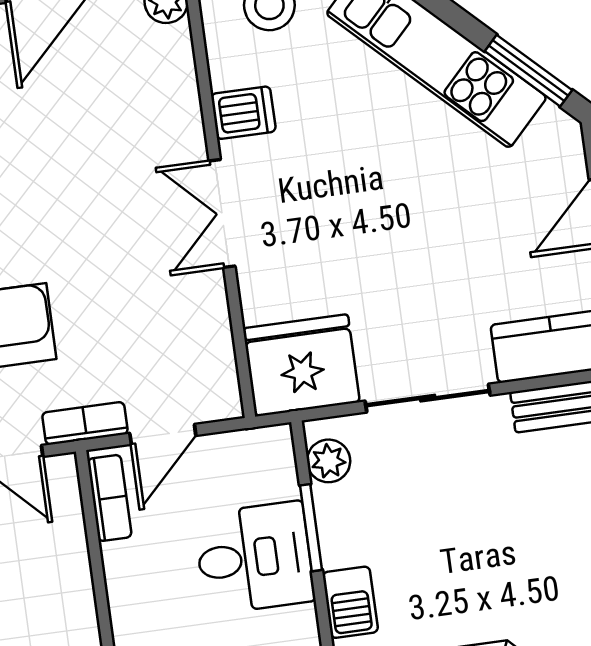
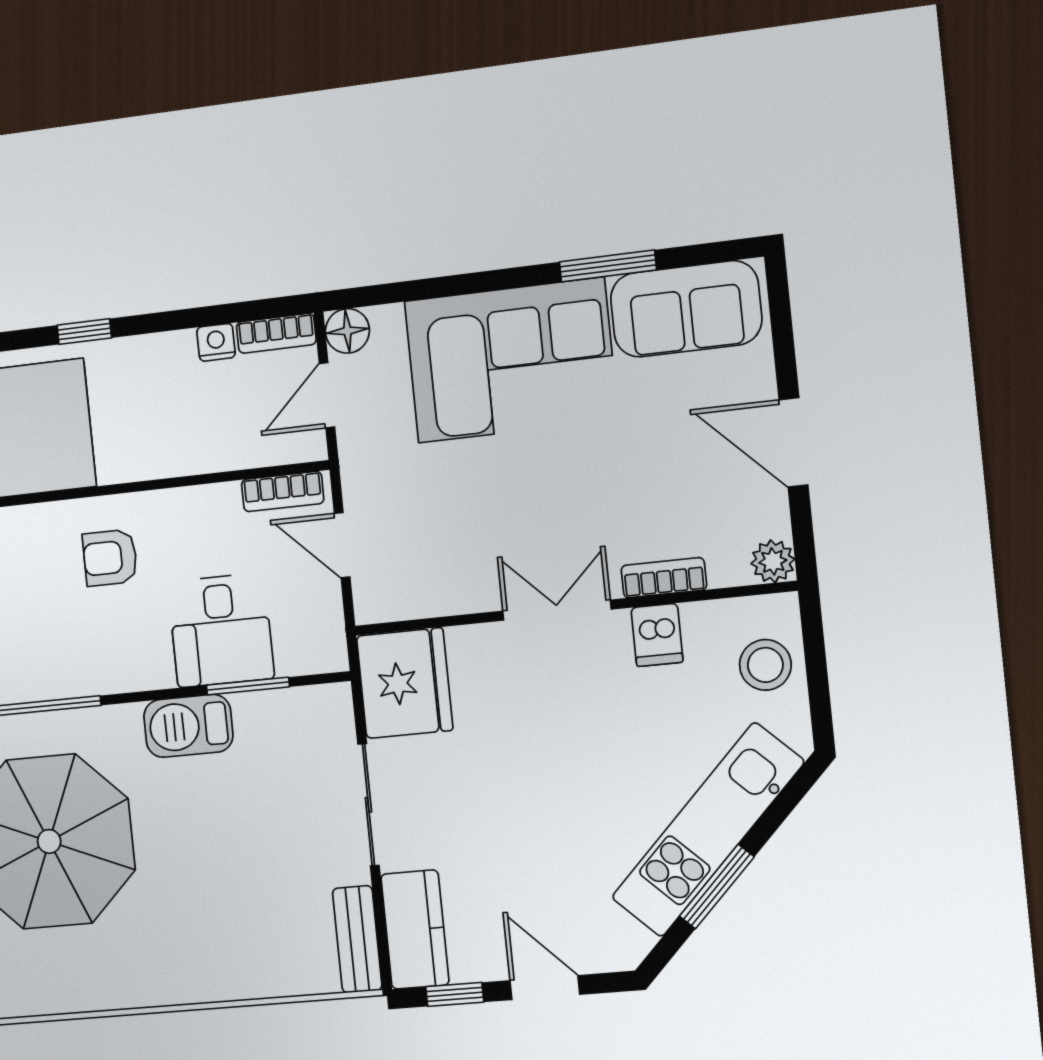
window: (528, 71) -> (717, 887), moved
bookcase: (85, 423) -> (664, 578), moved, turned -90
plant: (329, 461) -> (311, 706), removed
barbecue: (350, 602) -> (188, 726), width x1.38, depth x1.27

